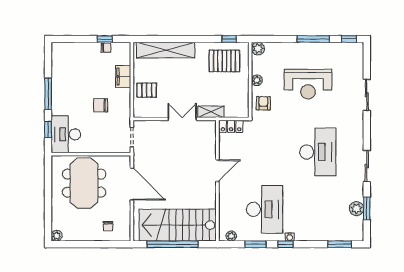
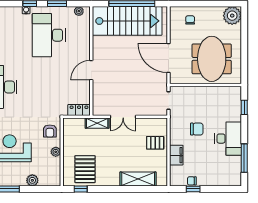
plant: (258, 49) -> (32, 180), moved
shelving: (166, 50) -> (138, 179), width x0.68
pallet: (224, 61) -> (85, 169), turned 90
window: (48, 94) -> (244, 158), moved
desk: (66, 134) -> (228, 139), moved
plant: (57, 236) -> (232, 16), width x1.87, depth x1.87

